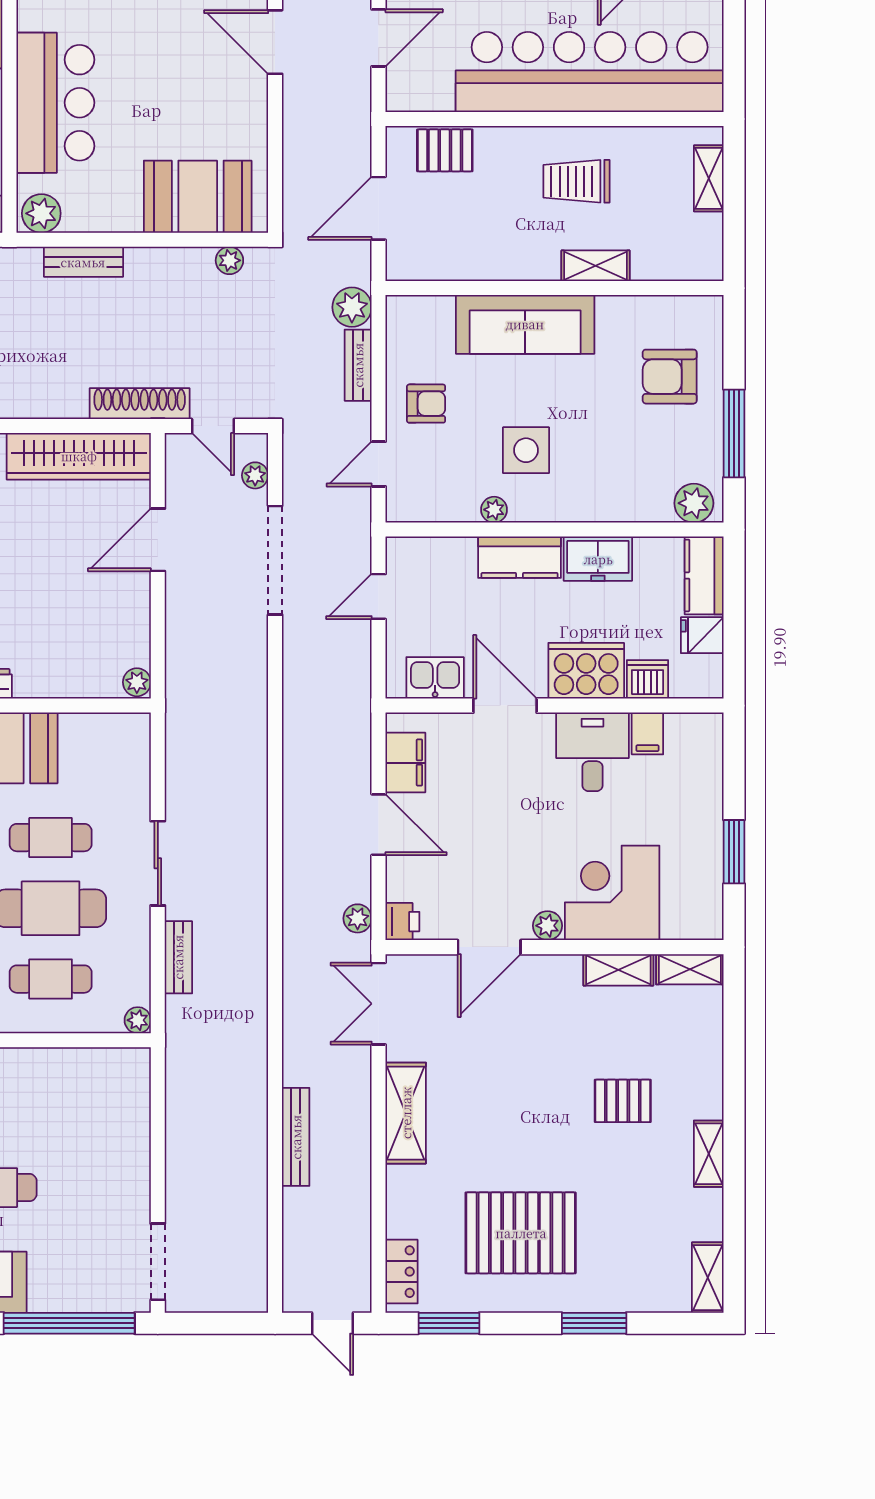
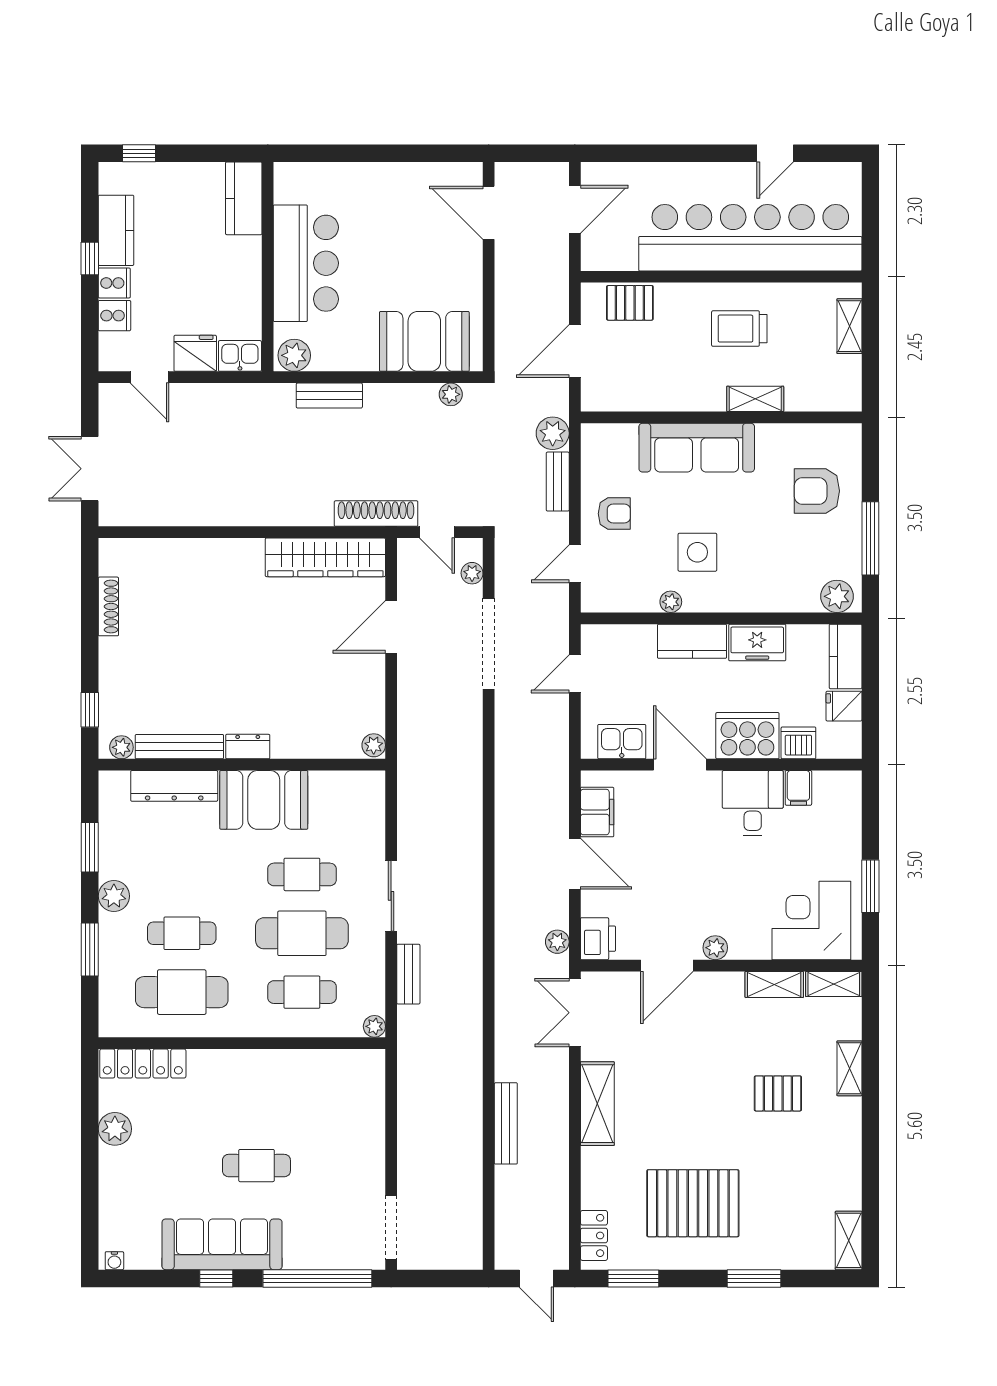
corner desk: (612, 893) -> (811, 920), moved
printer: (402, 922) -> (598, 939), width x1.36, depth x1.24
shelving: (709, 1154) -> (849, 1068), moved

